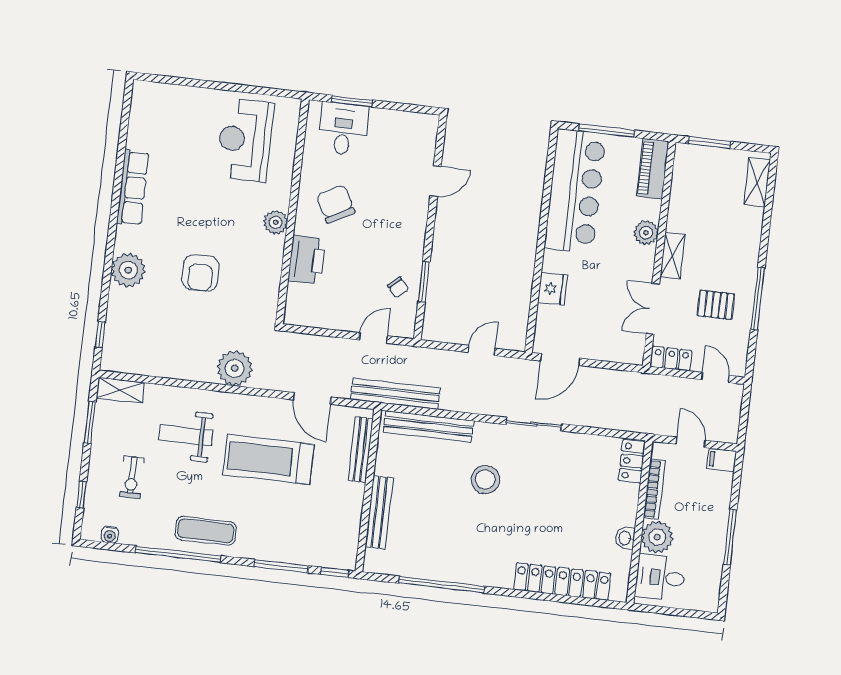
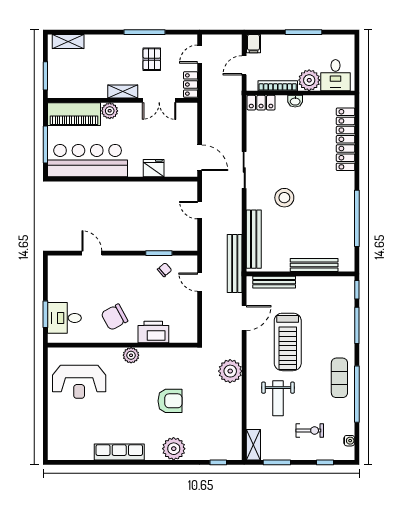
piano: (653, 169) -> (74, 114), width x1.37, depth x1.33
washbasin: (625, 538) -> (295, 101), moved

